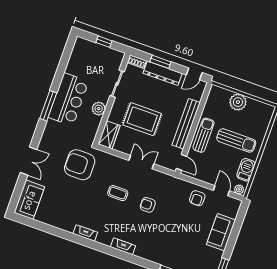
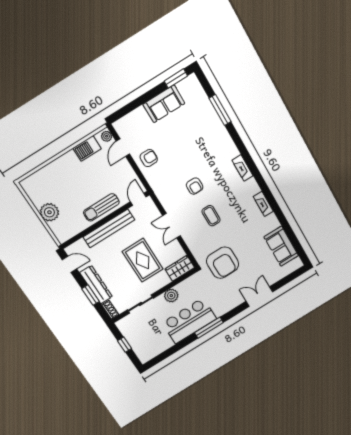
sun lounger: (236, 140) -> (76, 181), removed
sofa: (29, 200) -> (281, 246), moved, turned -90
sofa: (221, 232) -> (164, 104), moved

